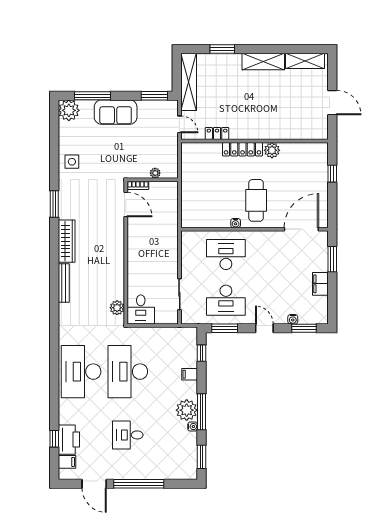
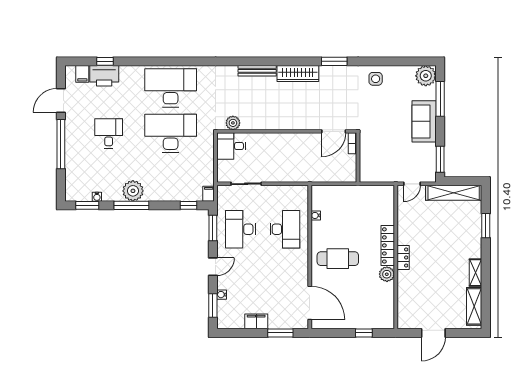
shelving: (263, 61) -> (476, 273), width x0.67, depth x0.75
locker: (217, 133) -> (403, 257), moved
plant: (155, 173) -> (364, 160), removed
water cooler: (236, 223) -> (316, 215), moved
filing cabinet: (190, 374) -> (209, 194), moved
water cooler: (193, 427) -> (97, 197), moved

